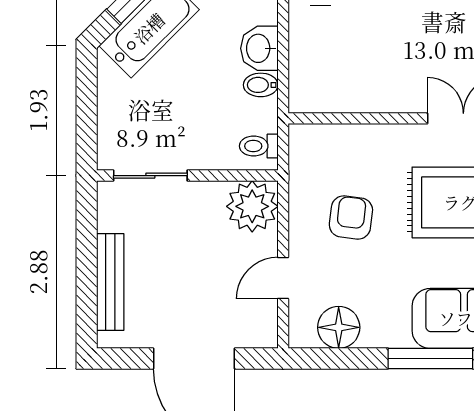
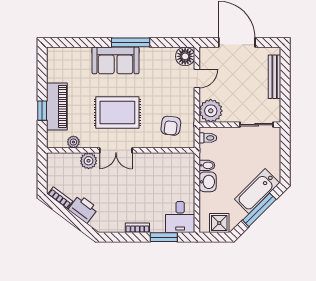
armchair: (351, 218) -> (171, 126), moved
floor lamp: (339, 327) -> (185, 56), moved

